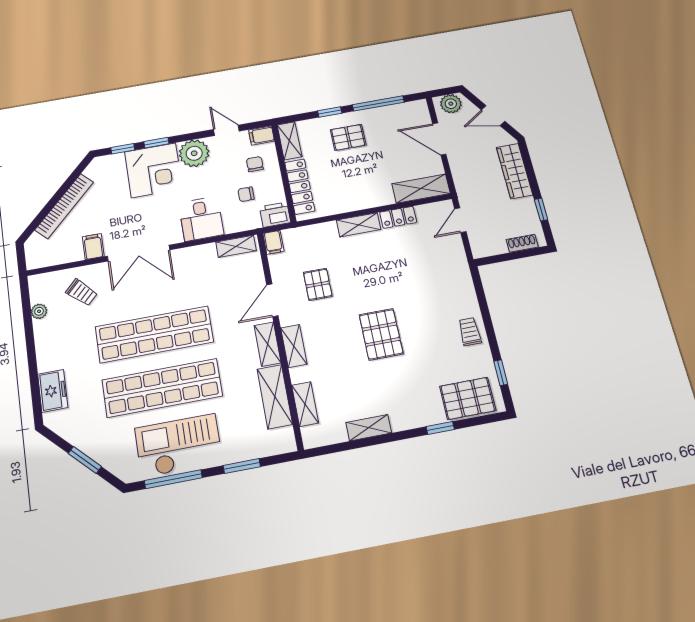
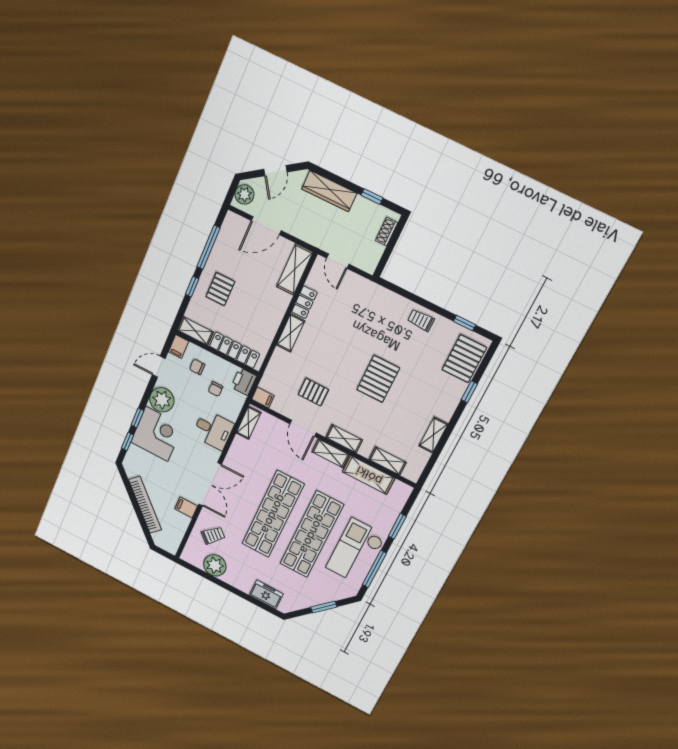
plant: (39, 311) -> (215, 565), width x1.88, depth x1.88
pallet: (381, 334) -> (378, 379), turned 90

